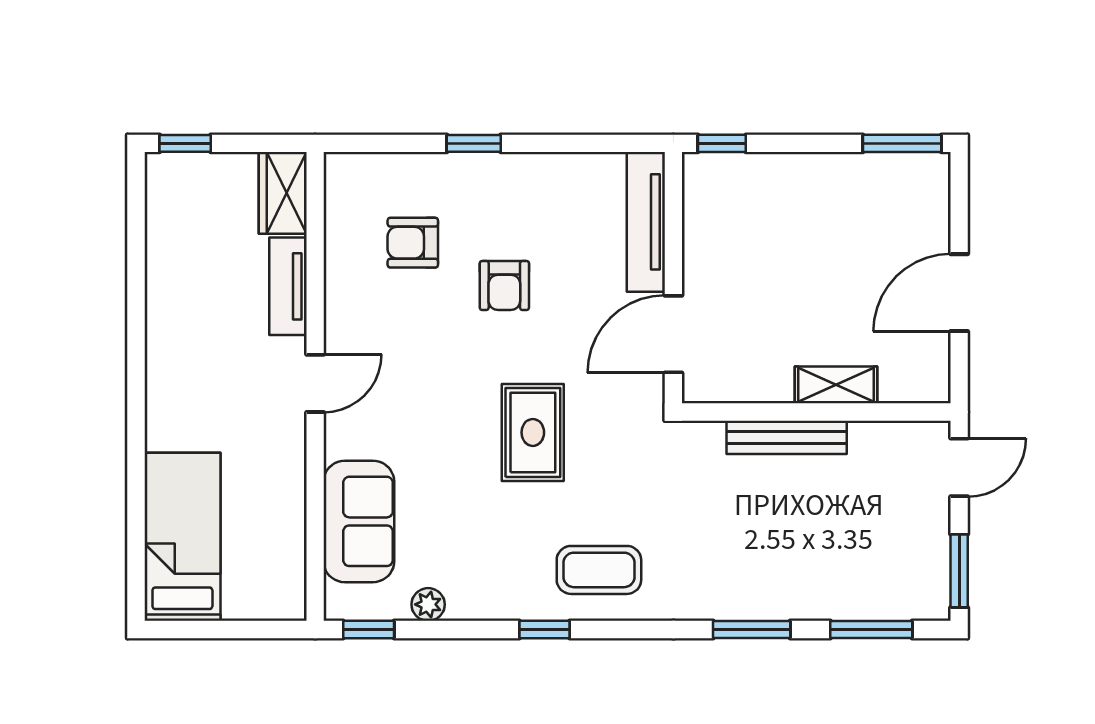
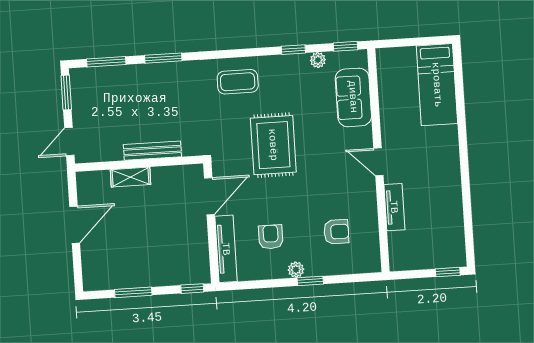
window: (902, 143) -> (133, 292), moved
plant: (502, 169) -> (296, 270), added
wardrobe: (283, 193) -> (400, 251), removed
armchair: (504, 285) -> (271, 237), moved
door: (315, 383) -> (378, 162), hinge flipped
rug: (533, 432) -> (273, 145), width x1.36, depth x1.43
window: (544, 630) -> (293, 50), moved

